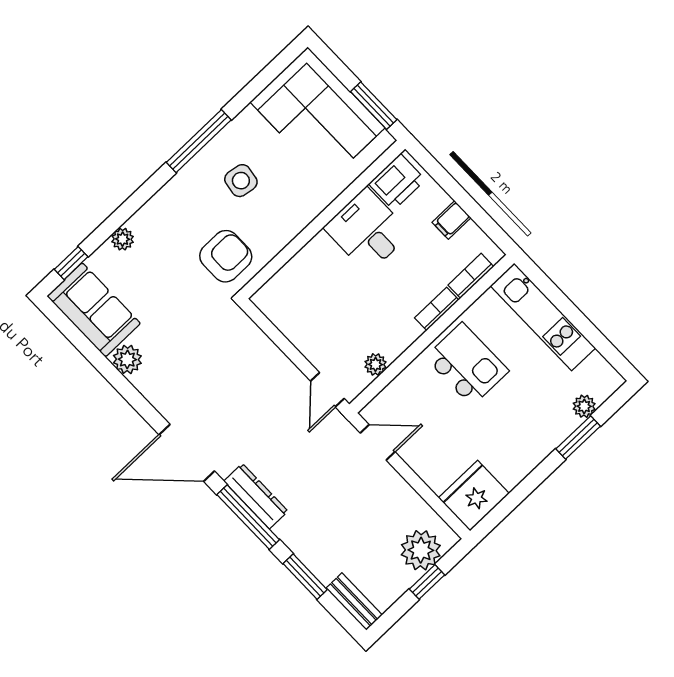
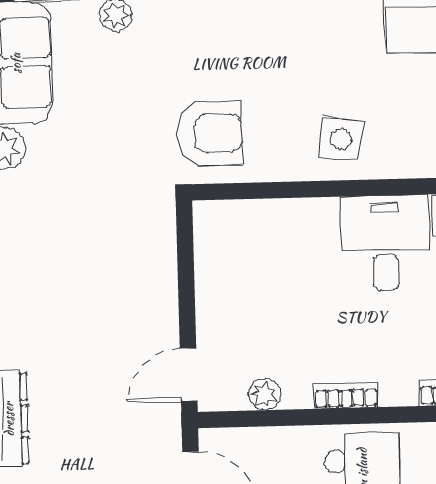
side table: (241, 181) -> (341, 139), moved
bookcase: (437, 309) -> (346, 395), moved

